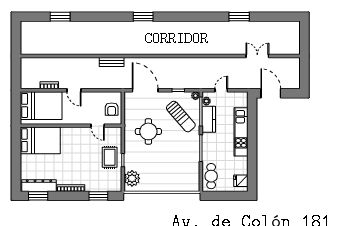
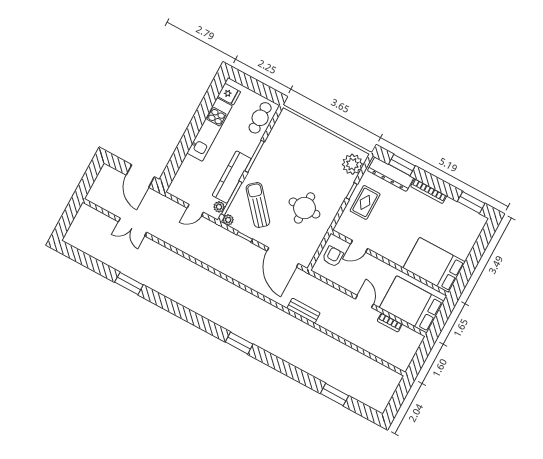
kitchen counter: (209, 119) -> (232, 177), width x1.50
door: (98, 126) -> (359, 246), swing flipped
kitchen unit: (241, 132) -> (210, 130), moved
dresser: (39, 186) -> (391, 174), moved

